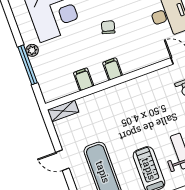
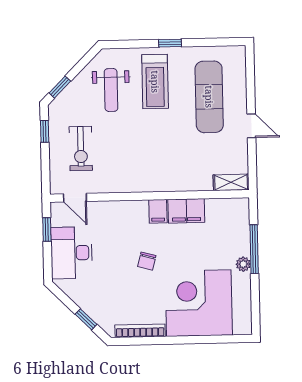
filing cabinet: (84, 79) -> (186, 211), width x2.00

